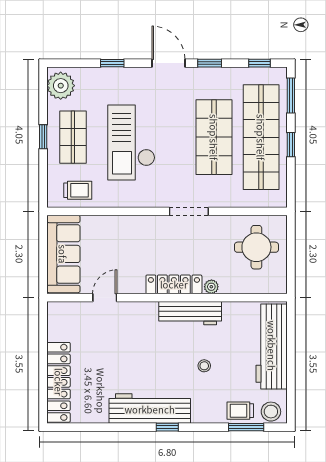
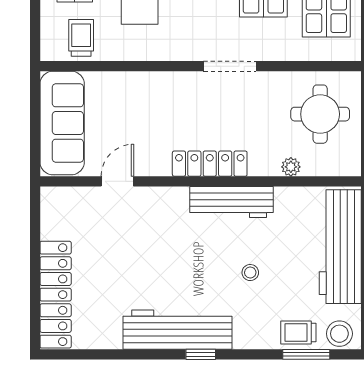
trolley: (78, 190) -> (81, 38), turned -90
plant: (211, 287) -> (291, 167), moved

